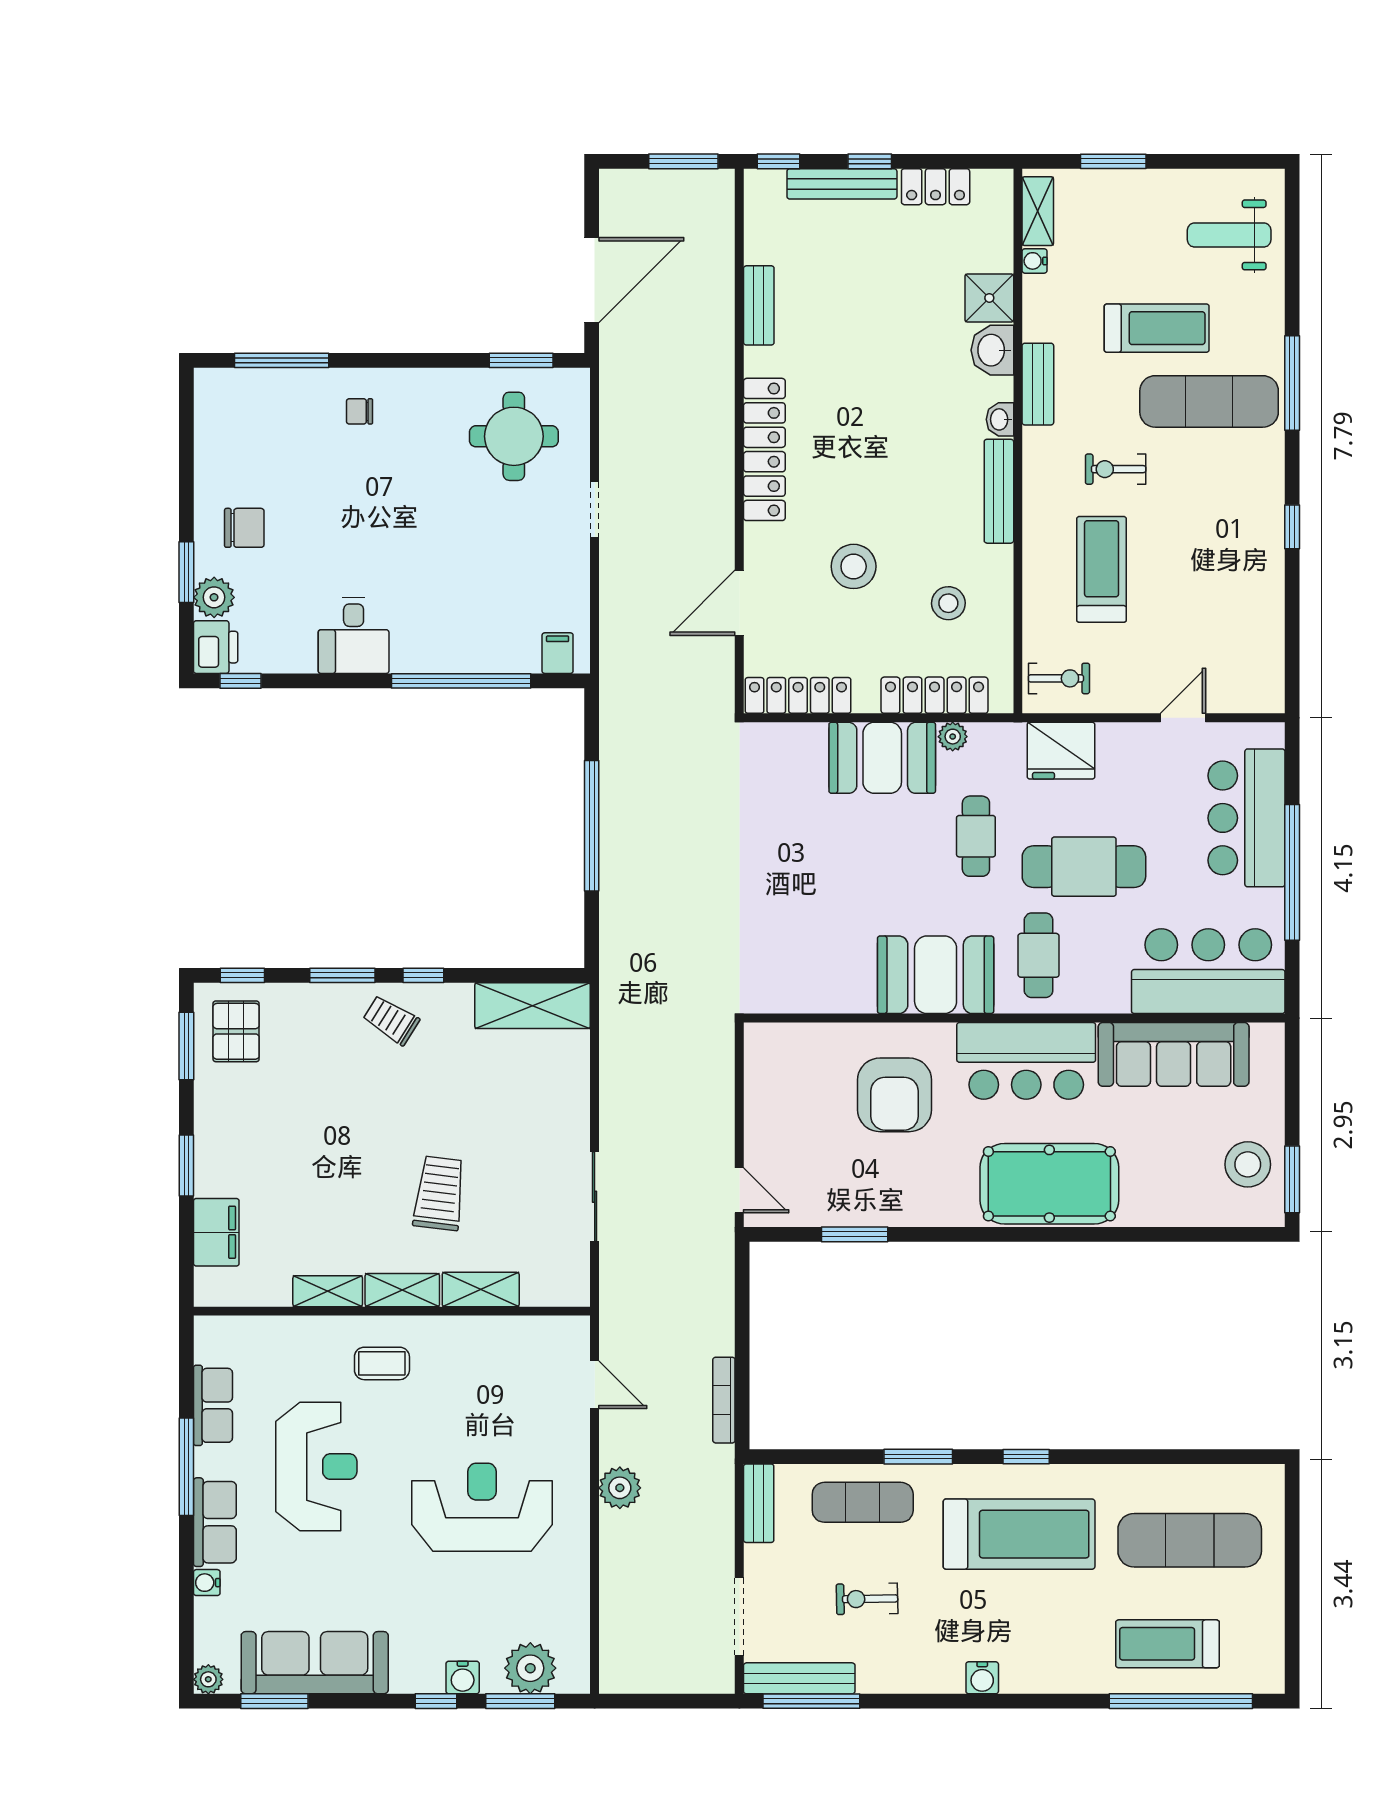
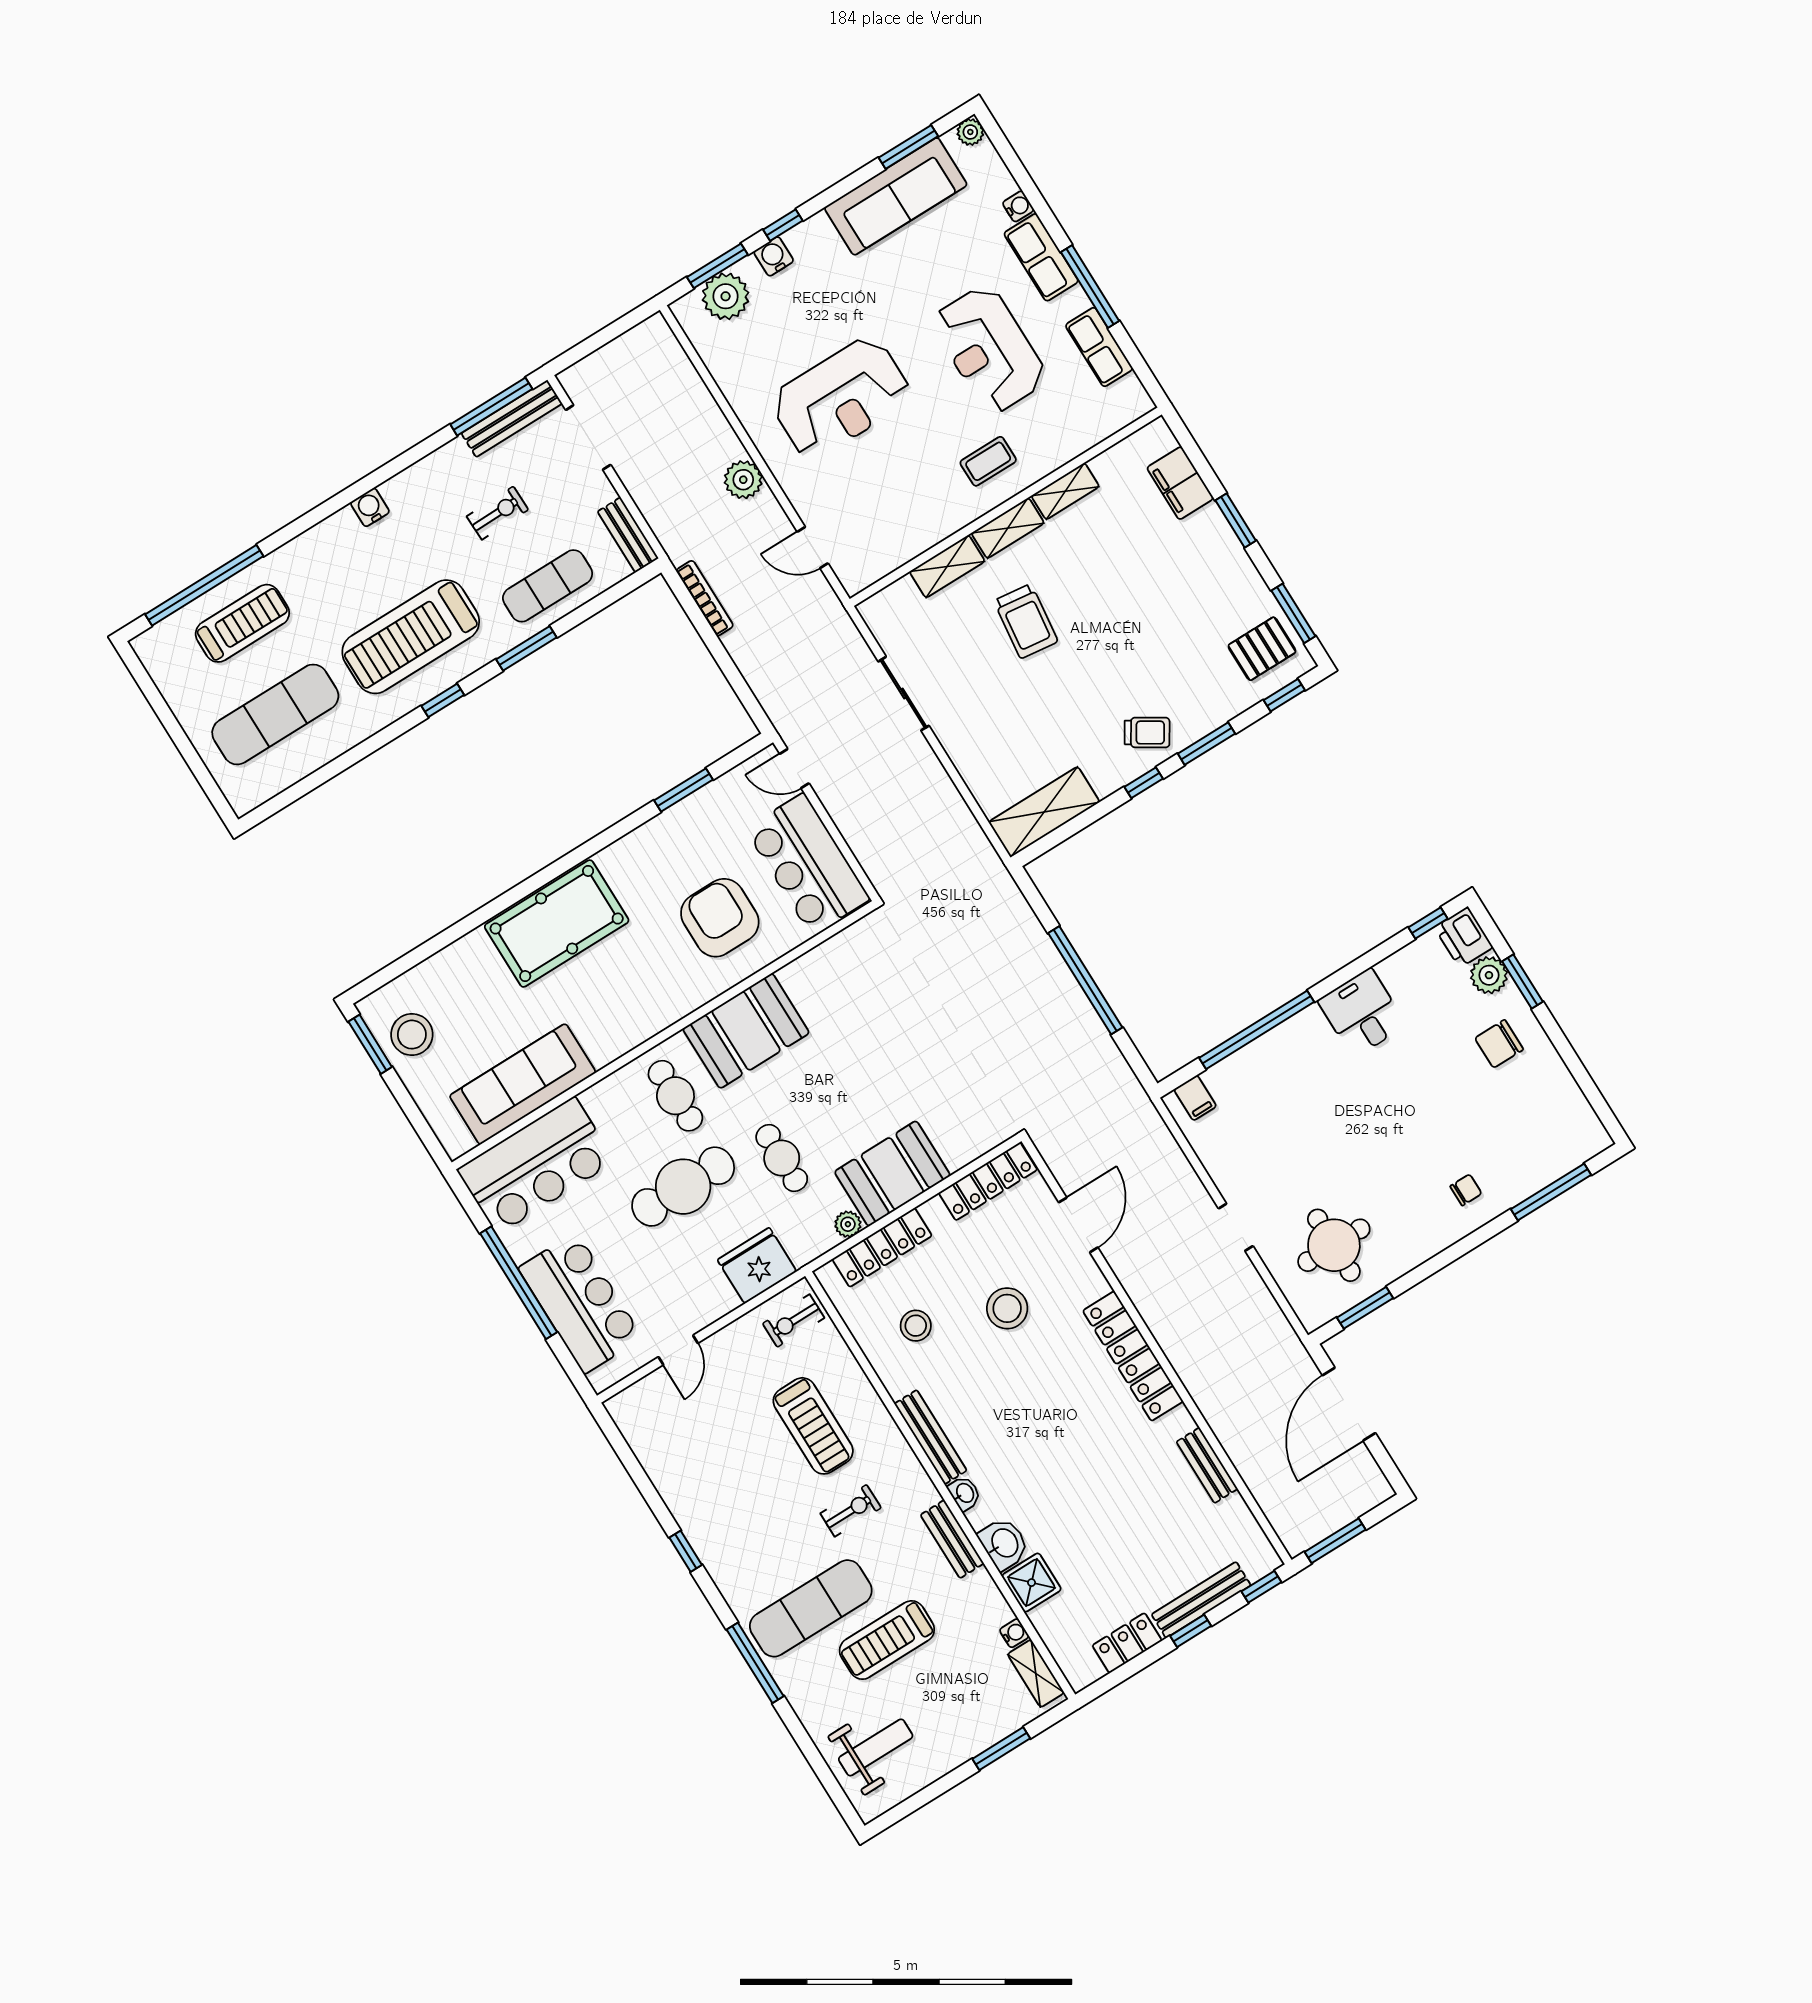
pallet: (236, 1031) -> (1262, 649), turned 90
bar counter: (1026, 1061) -> (808, 864), moved, turned -90

